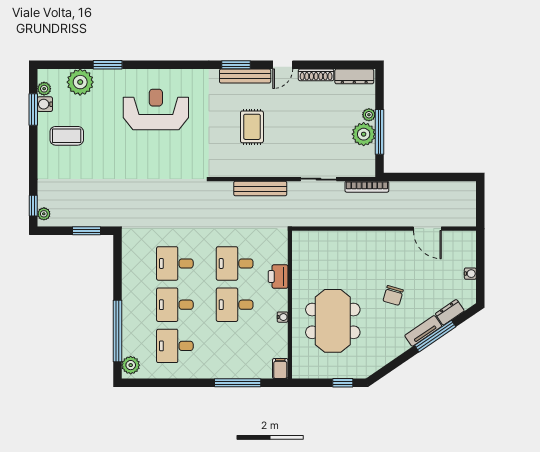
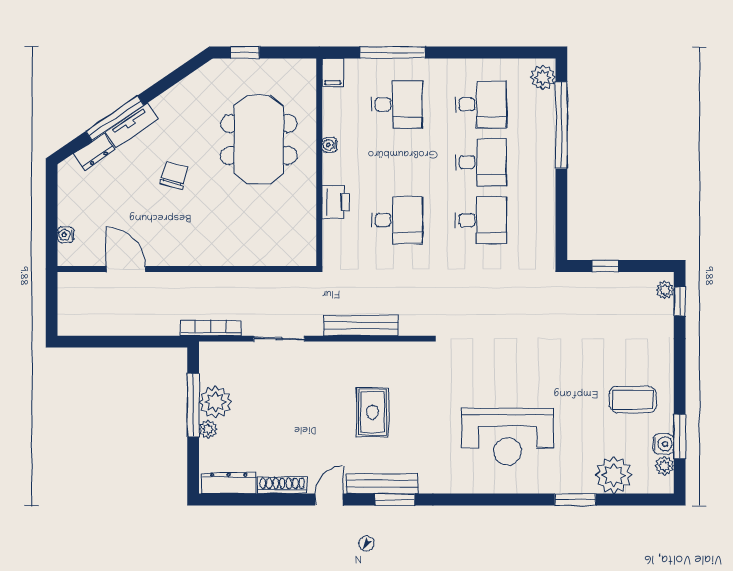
window: (86, 231) -> (605, 266), width x0.67
water cooler: (470, 274) -> (66, 235), moved
desk: (235, 305) -> (397, 104), moved

